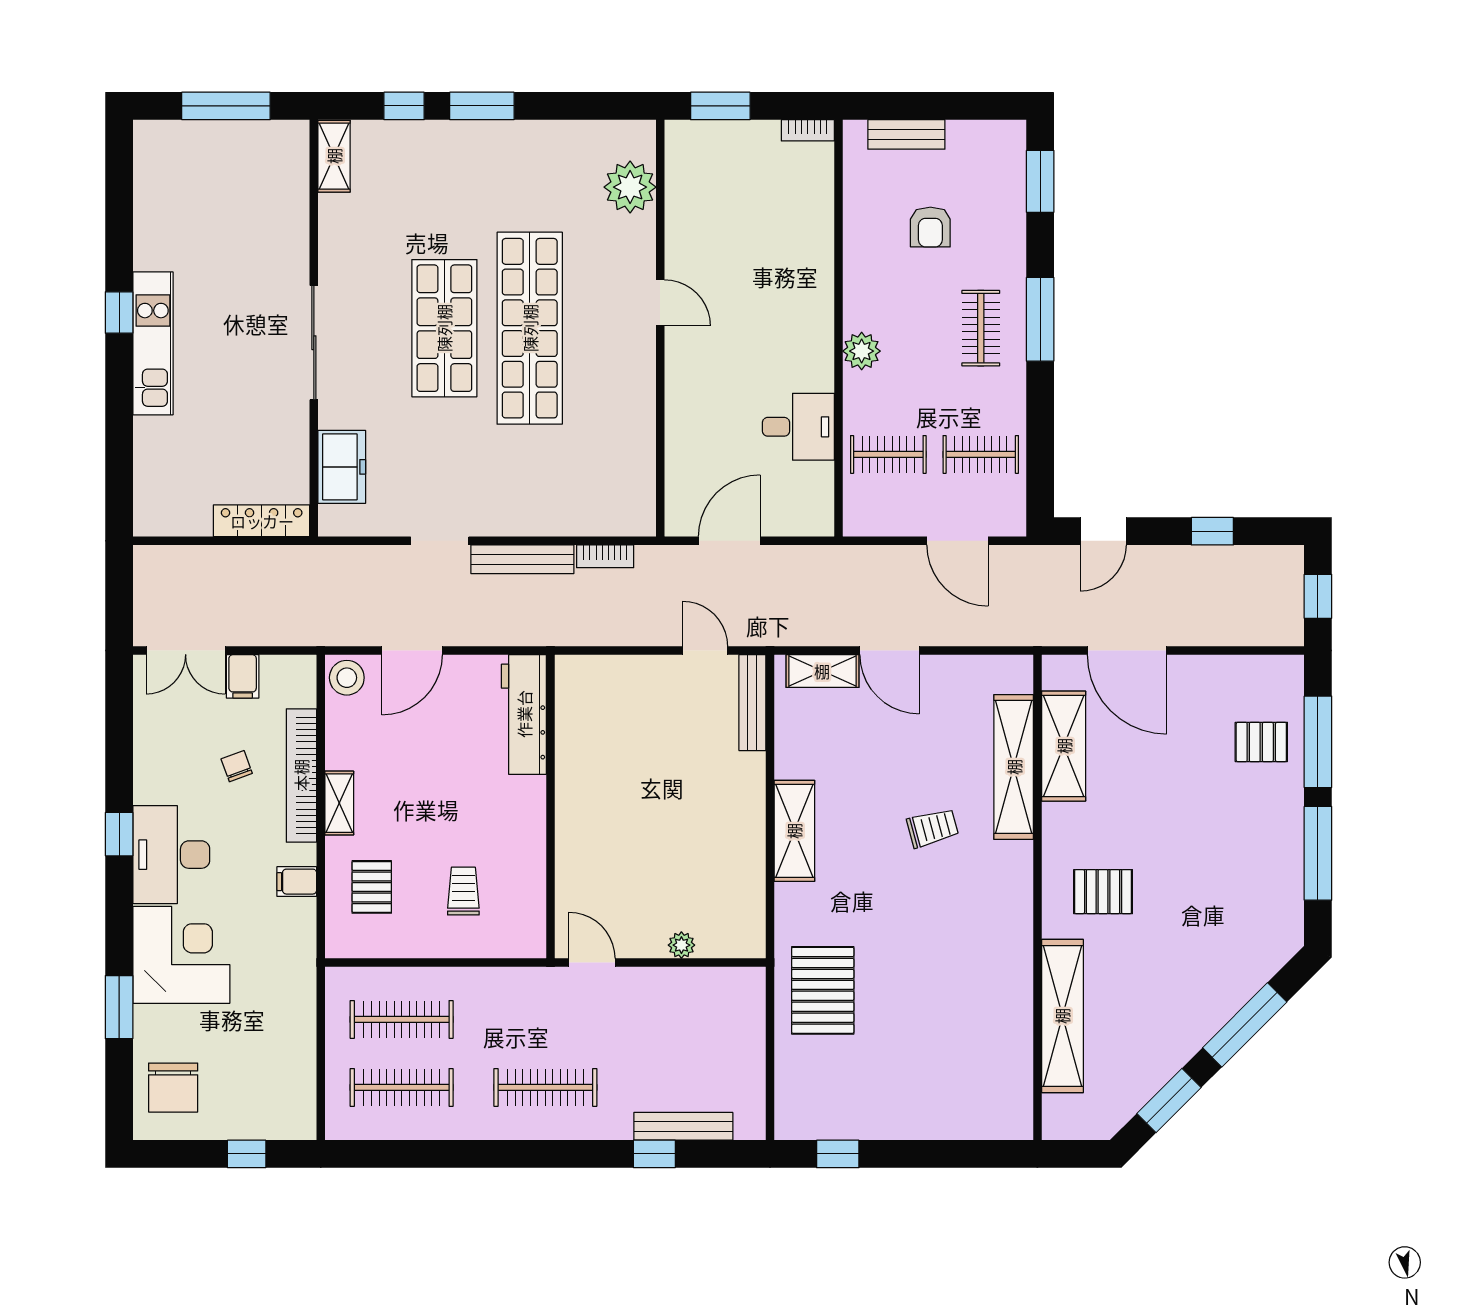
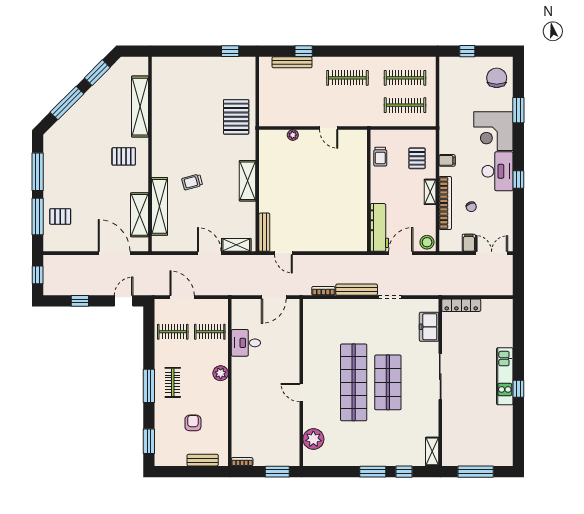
workbench: (524, 714) -> (379, 227), moved
wall: (550, 807) -> (369, 191), moved

